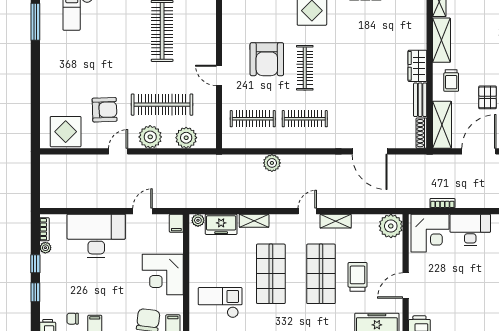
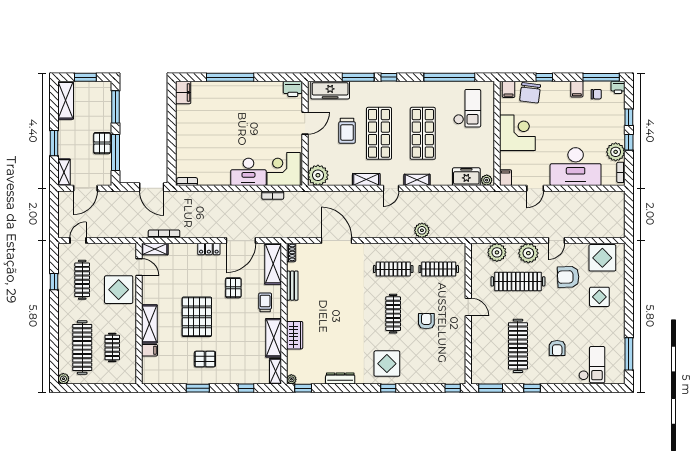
armchair: (117, 28) -> (557, 348), added
armchair: (267, 59) -> (426, 321), width x0.53, depth x0.53
wardrobe: (417, 66) -> (295, 335), moved
display table: (69, 87) -> (599, 297), added
shoe rack: (421, 133) -> (291, 252), width x0.70
shelving: (254, 221) -> (417, 180), moved
plant: (45, 248) -> (616, 152), width x1.88, depth x1.88
checkout: (220, 303) -> (467, 108), turned -90

